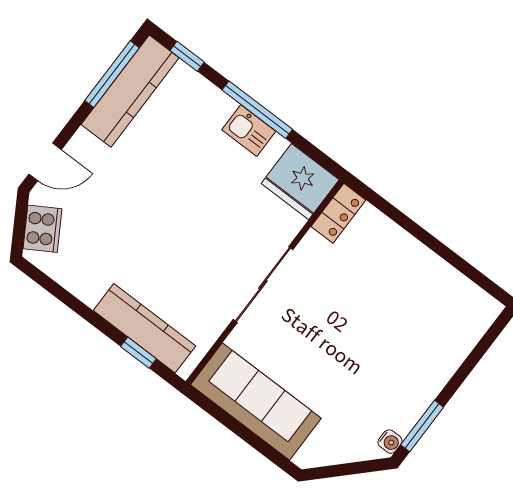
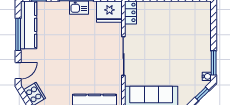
window: (112, 74) -> (18, 34), moved
window: (356, 468) -> (202, 94), added

